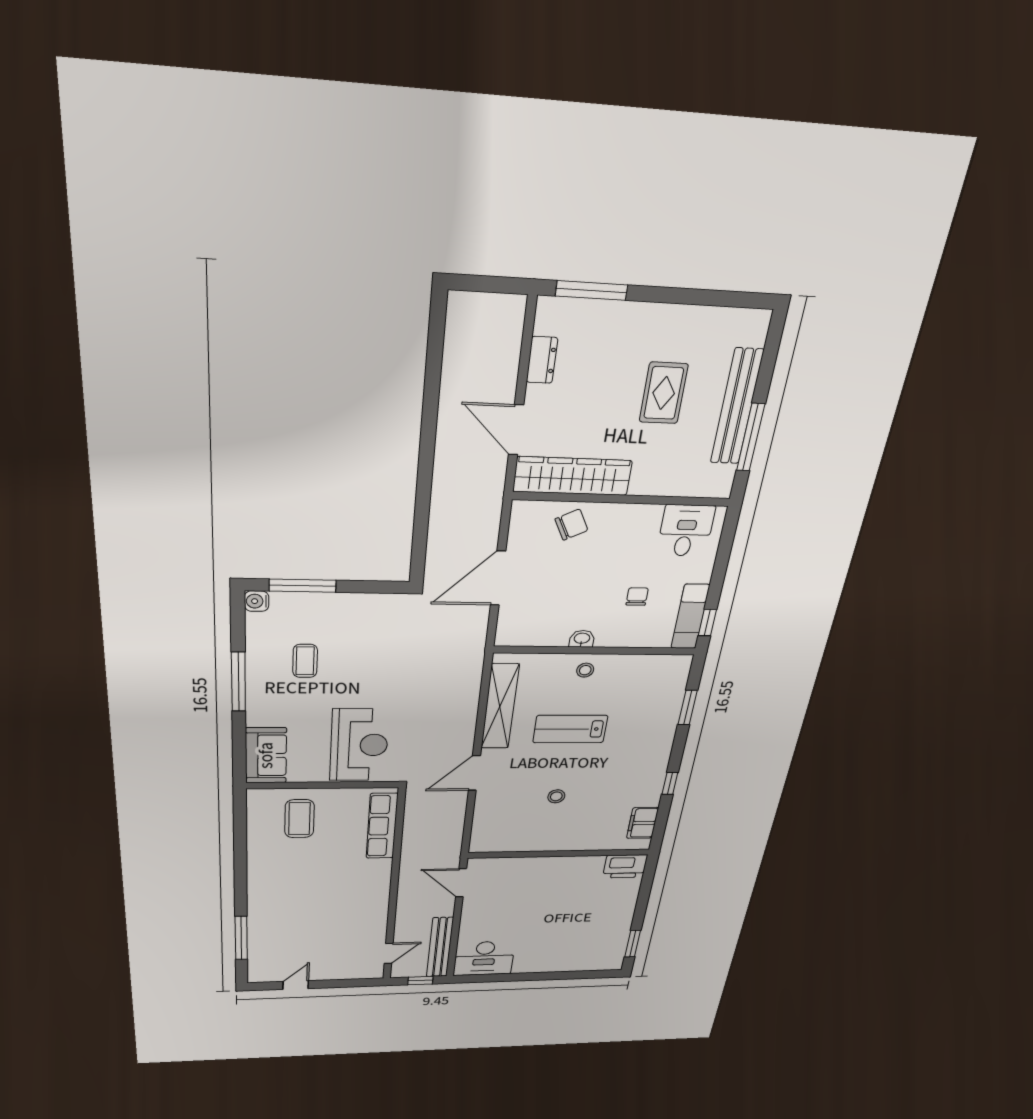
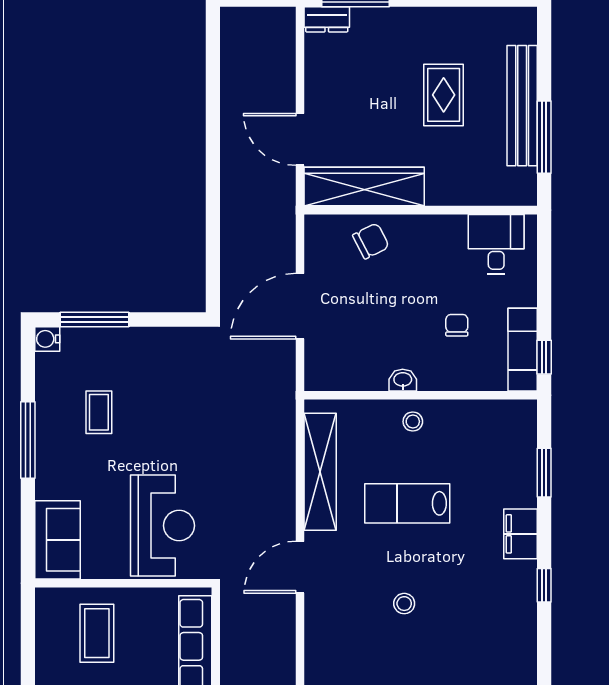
dresser: (542, 360) -> (327, 19), moved, turned 90
filing cabinet: (643, 823) -> (520, 534), moved

